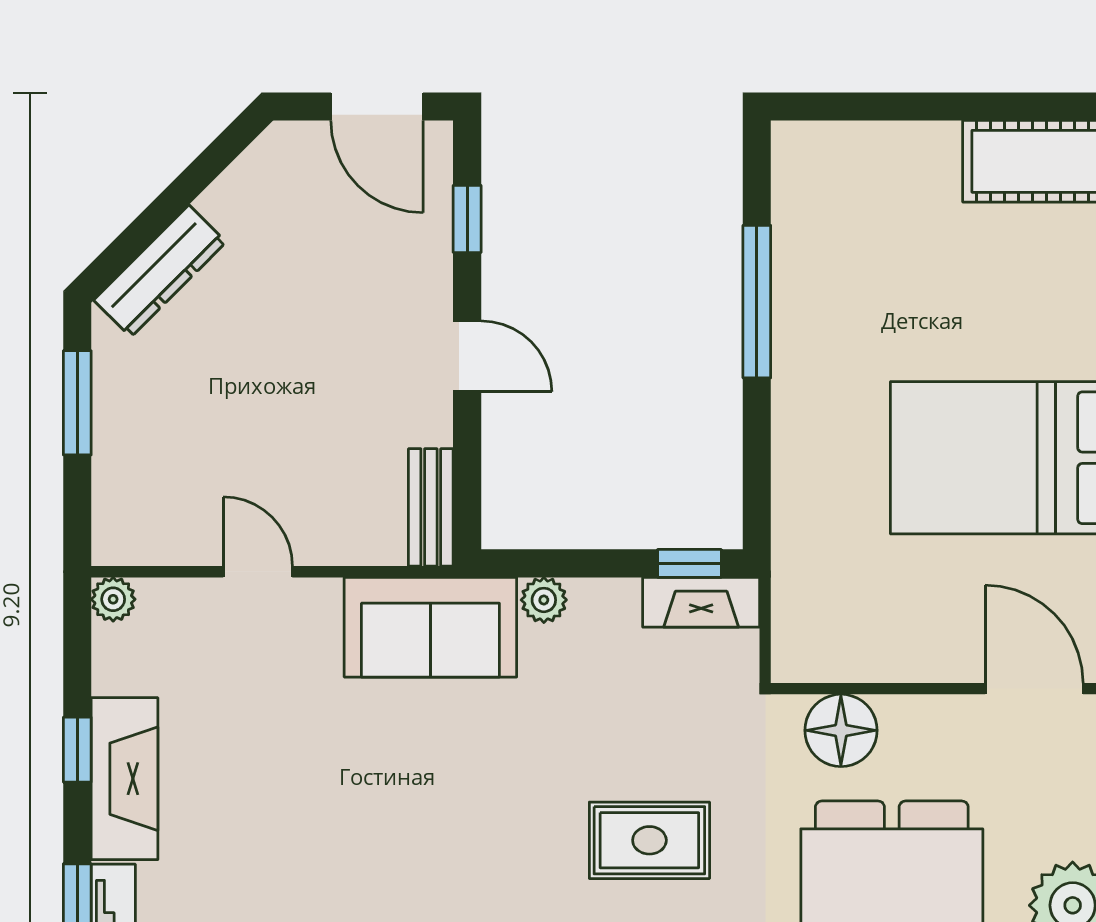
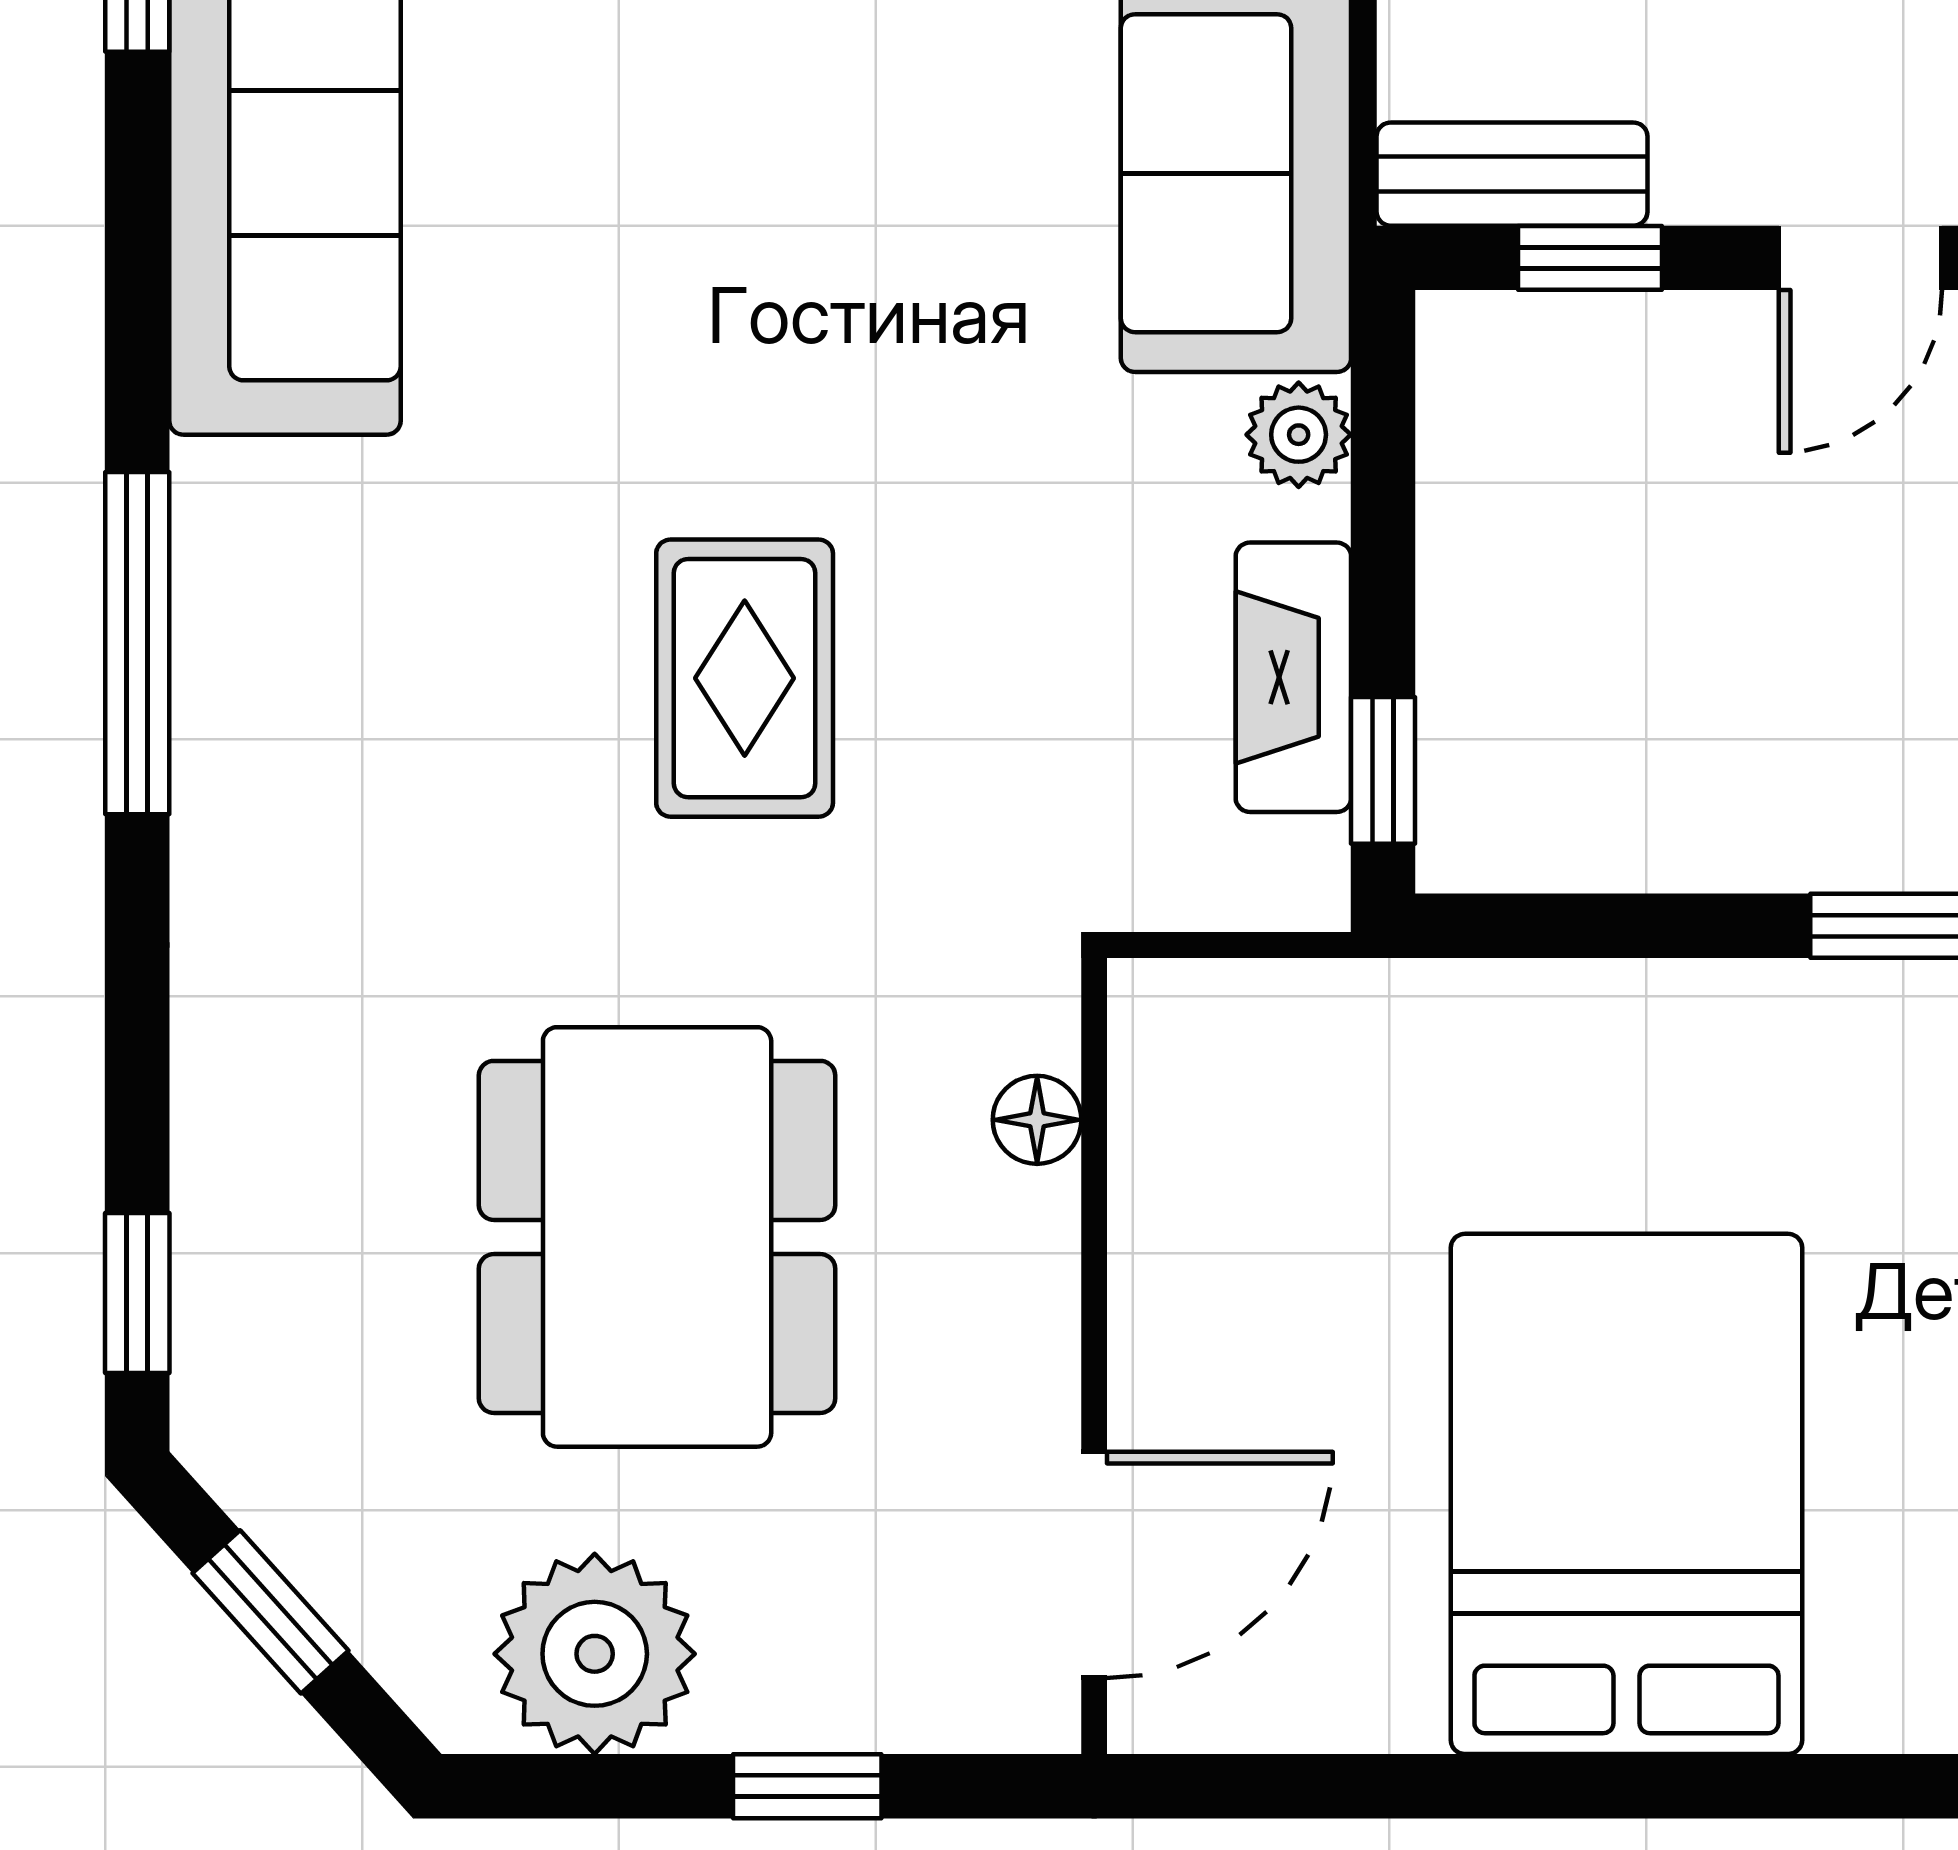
window: (467, 474) -> (1590, 258), added
fireplace: (701, 602) -> (1293, 677), moved
floor lamp: (841, 730) -> (1037, 1120), width x0.53, depth x0.53

